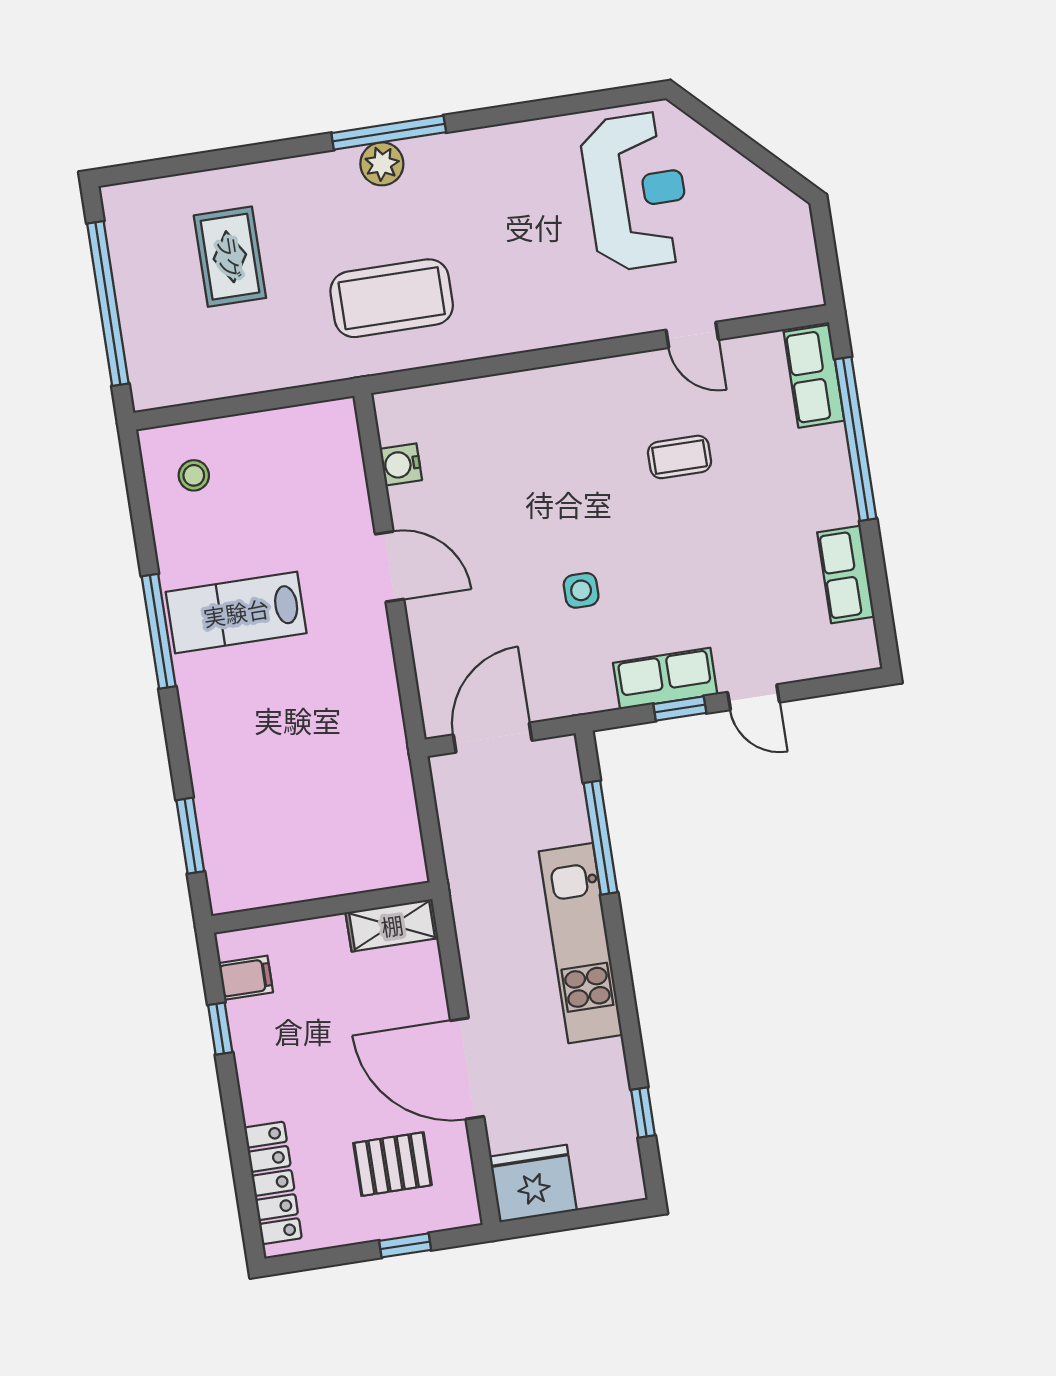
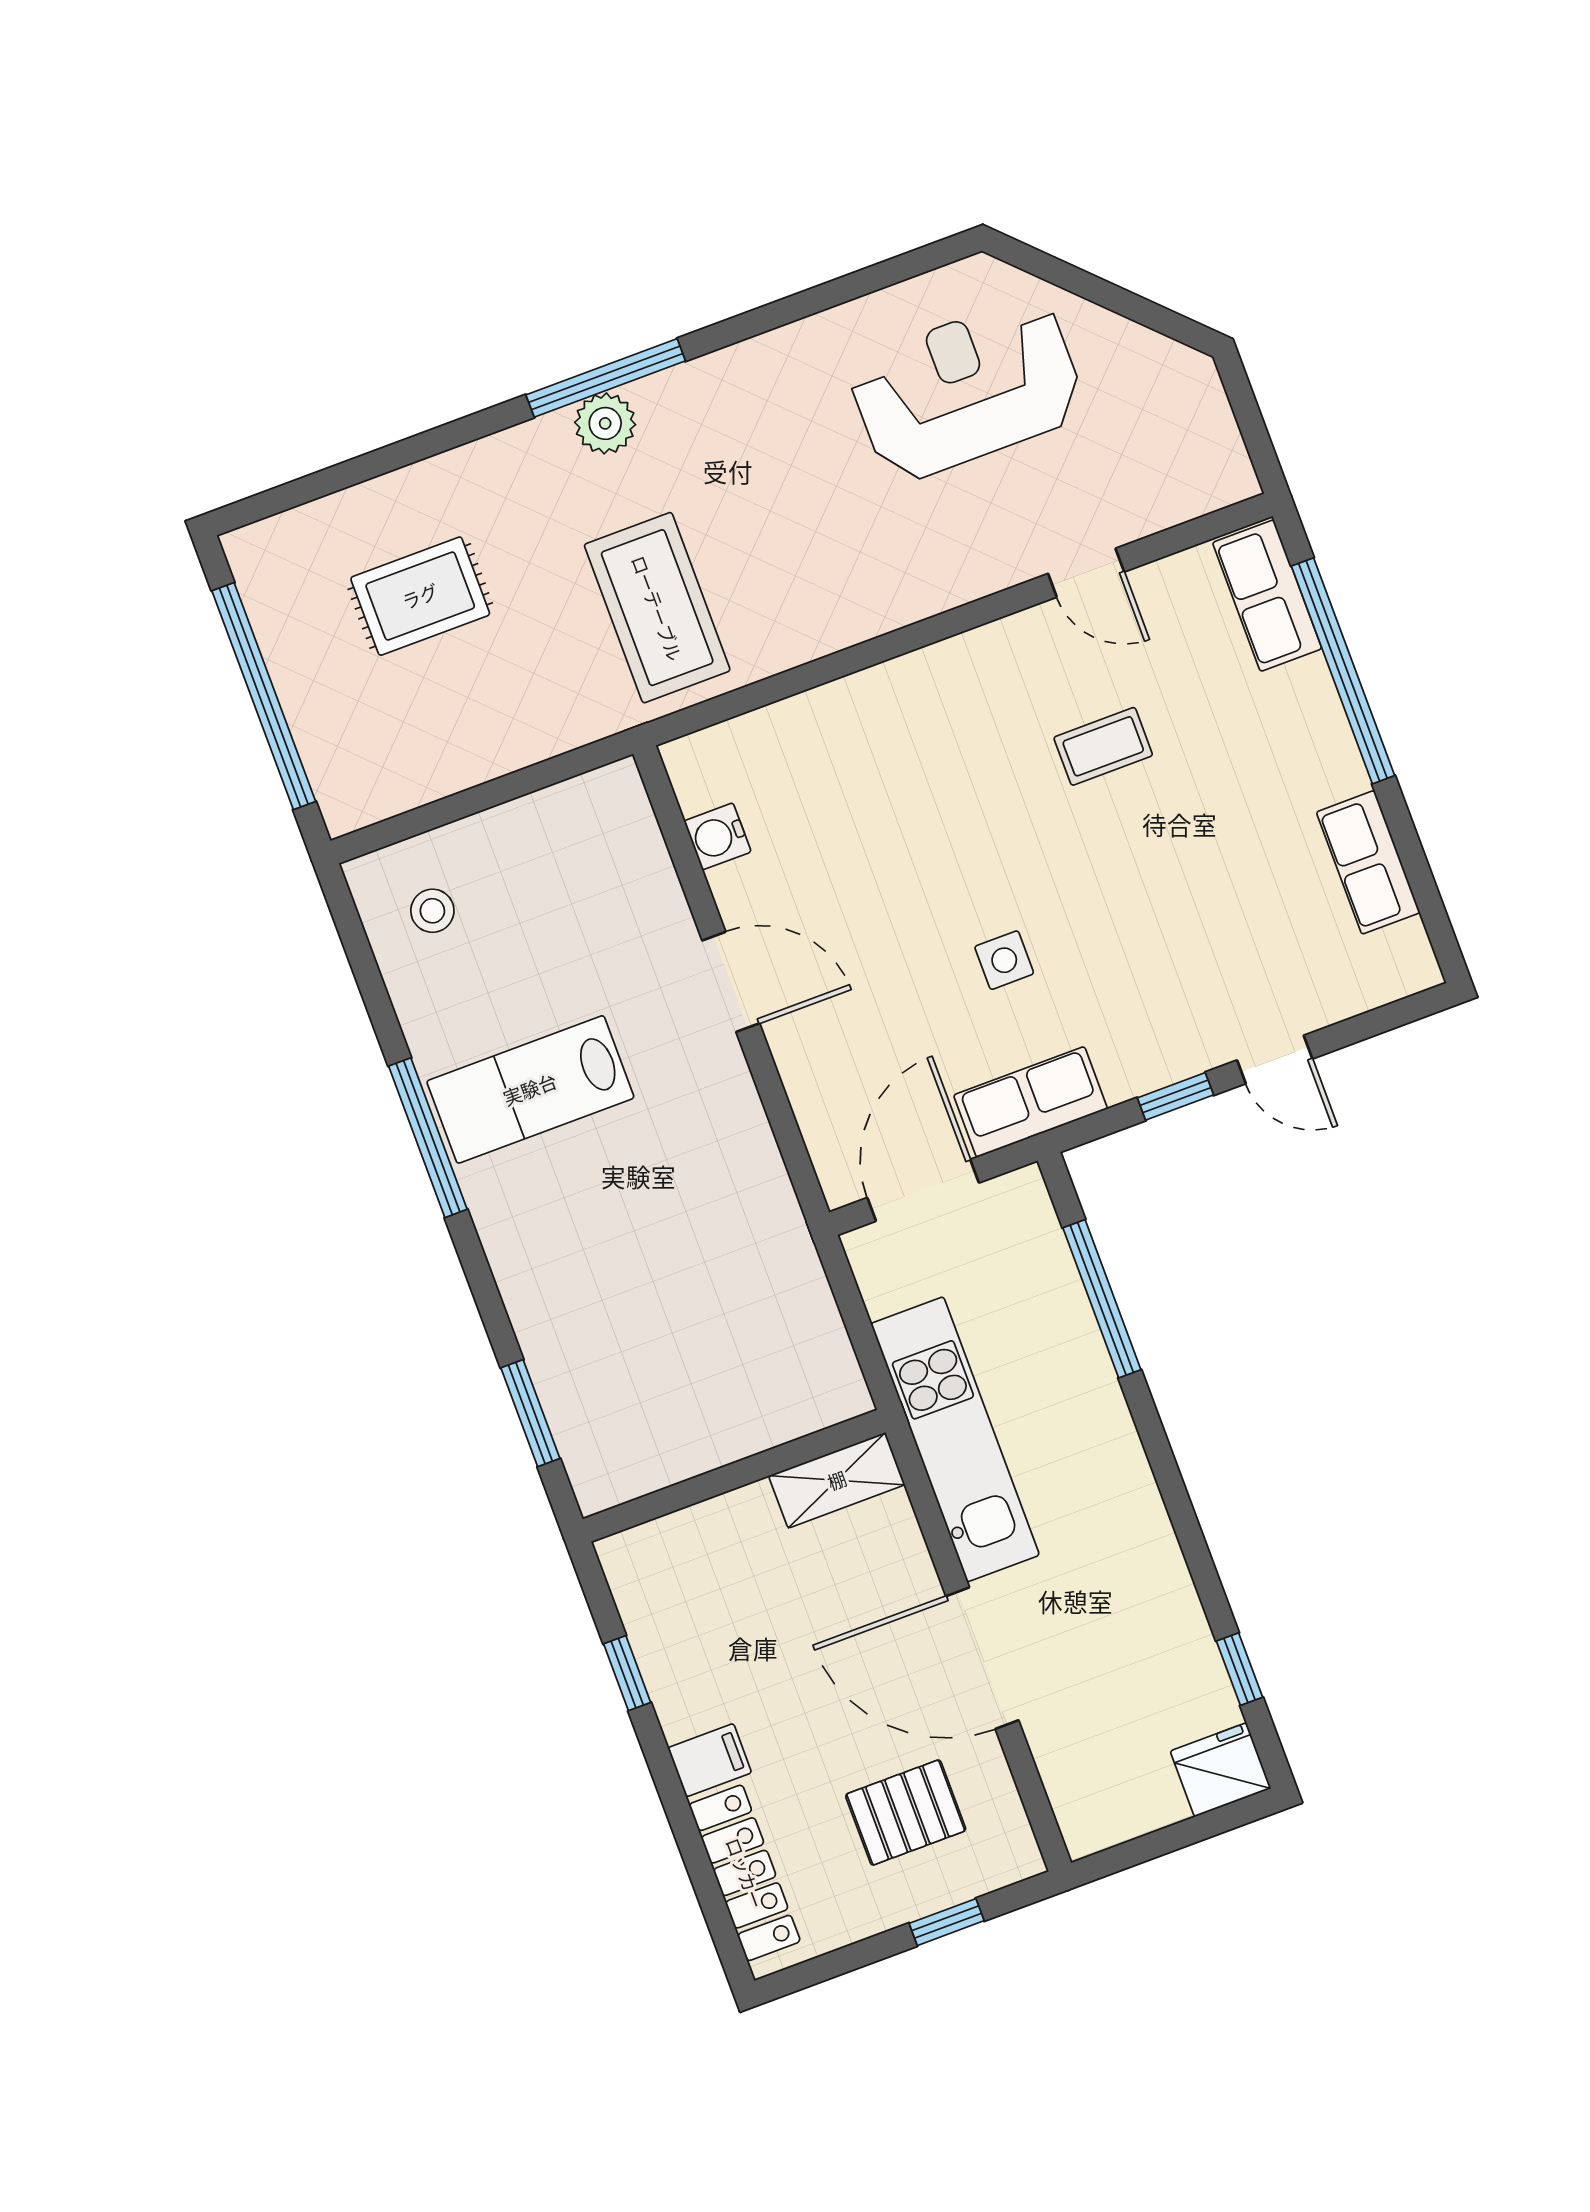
reception desk: (636, 191) -> (967, 389), turned -90
rug: (230, 257) -> (420, 596), turned 90
coffee table: (392, 298) -> (657, 608), turned 90
row of seats: (665, 679) -> (1030, 1102), moved
kitchen unit: (581, 943) -> (955, 1439), moved, turned 180
filing cabinet: (246, 978) -> (710, 1760), moved
fridge: (533, 1184) -> (1221, 1770), moved, width x0.73, depth x0.75

